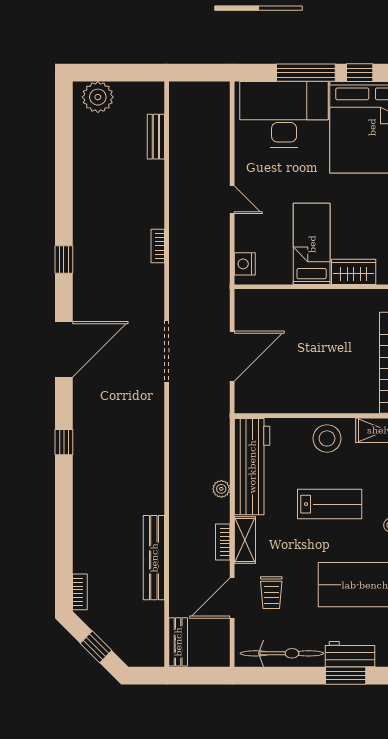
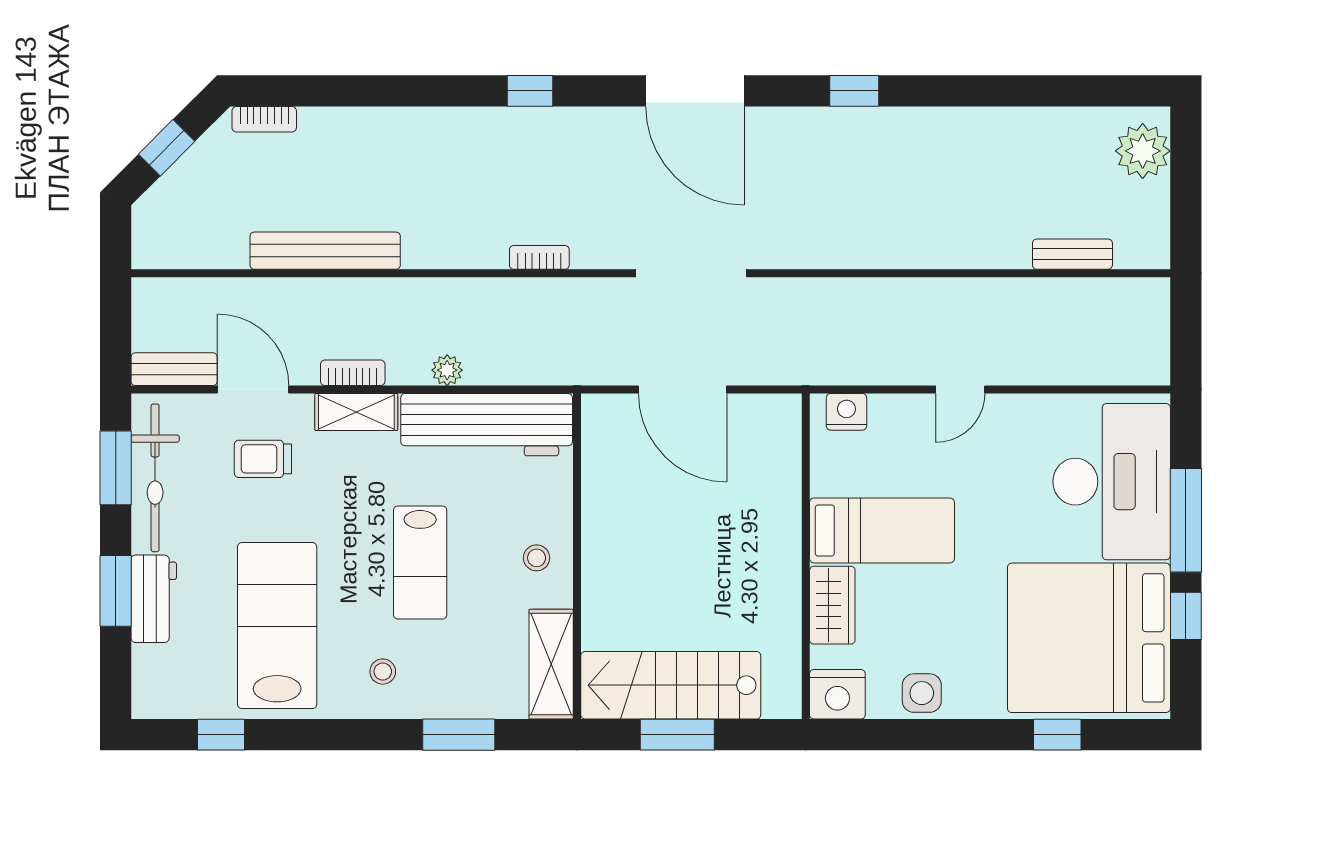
bookcase: (158, 246) -> (539, 257), moved
stool: (327, 438) -> (537, 558), width x0.53, depth x0.53
bench: (178, 642) -> (174, 369), moved
window: (276, 676) -> (116, 468), added

